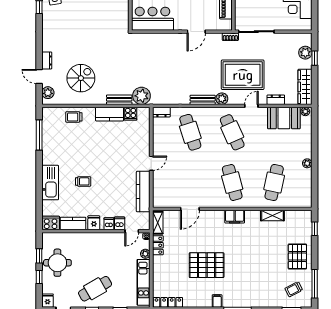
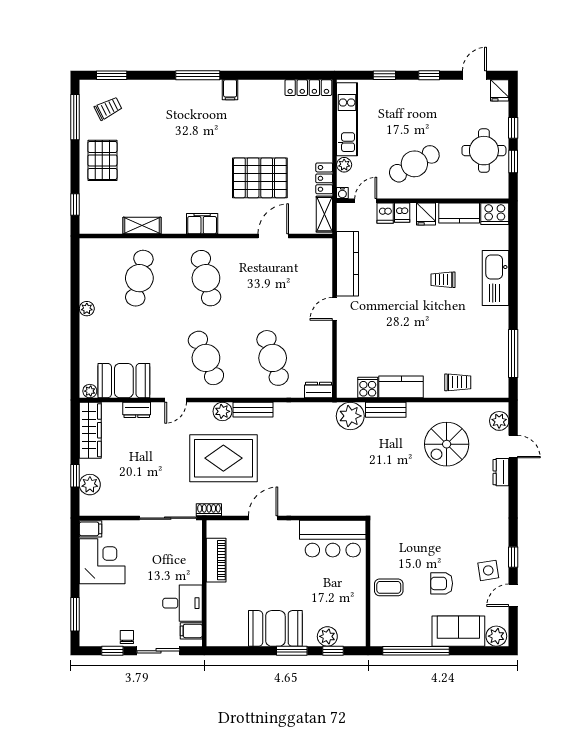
filing cabinet: (305, 25) -> (91, 529), added
rug: (243, 75) -> (223, 458), moved
pallet: (207, 265) -> (260, 178), moved
cafe table: (95, 289) -> (414, 164), moved

